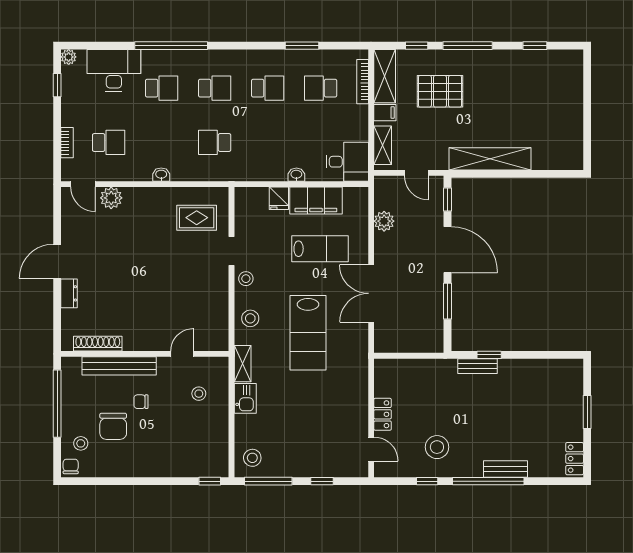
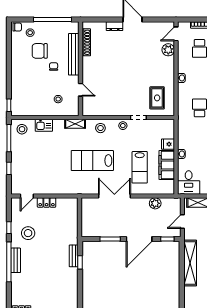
kitchen sink: (245, 398) -> (44, 125), moved
bench: (506, 469) -> (16, 260), moved

